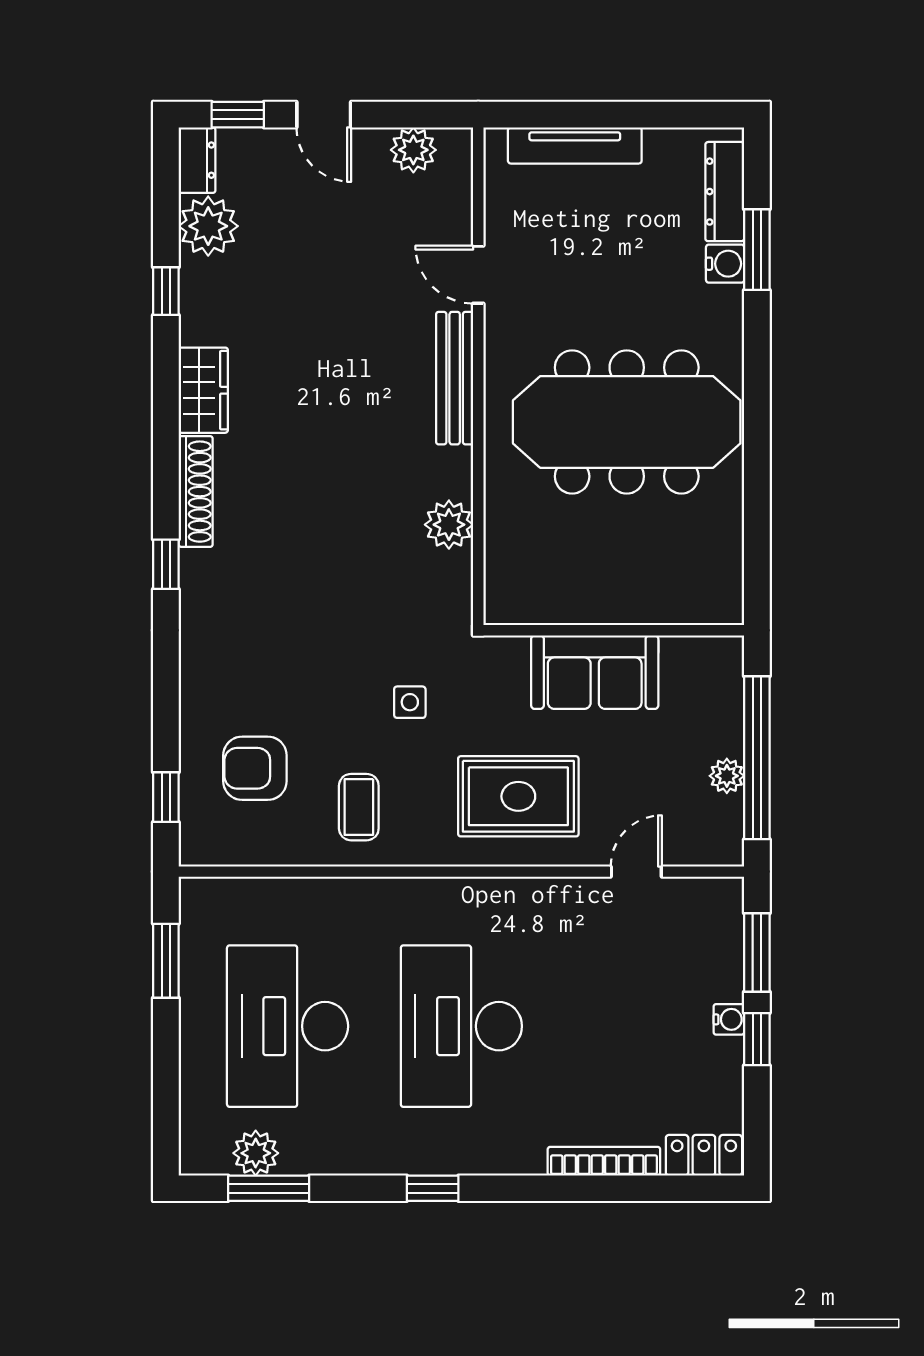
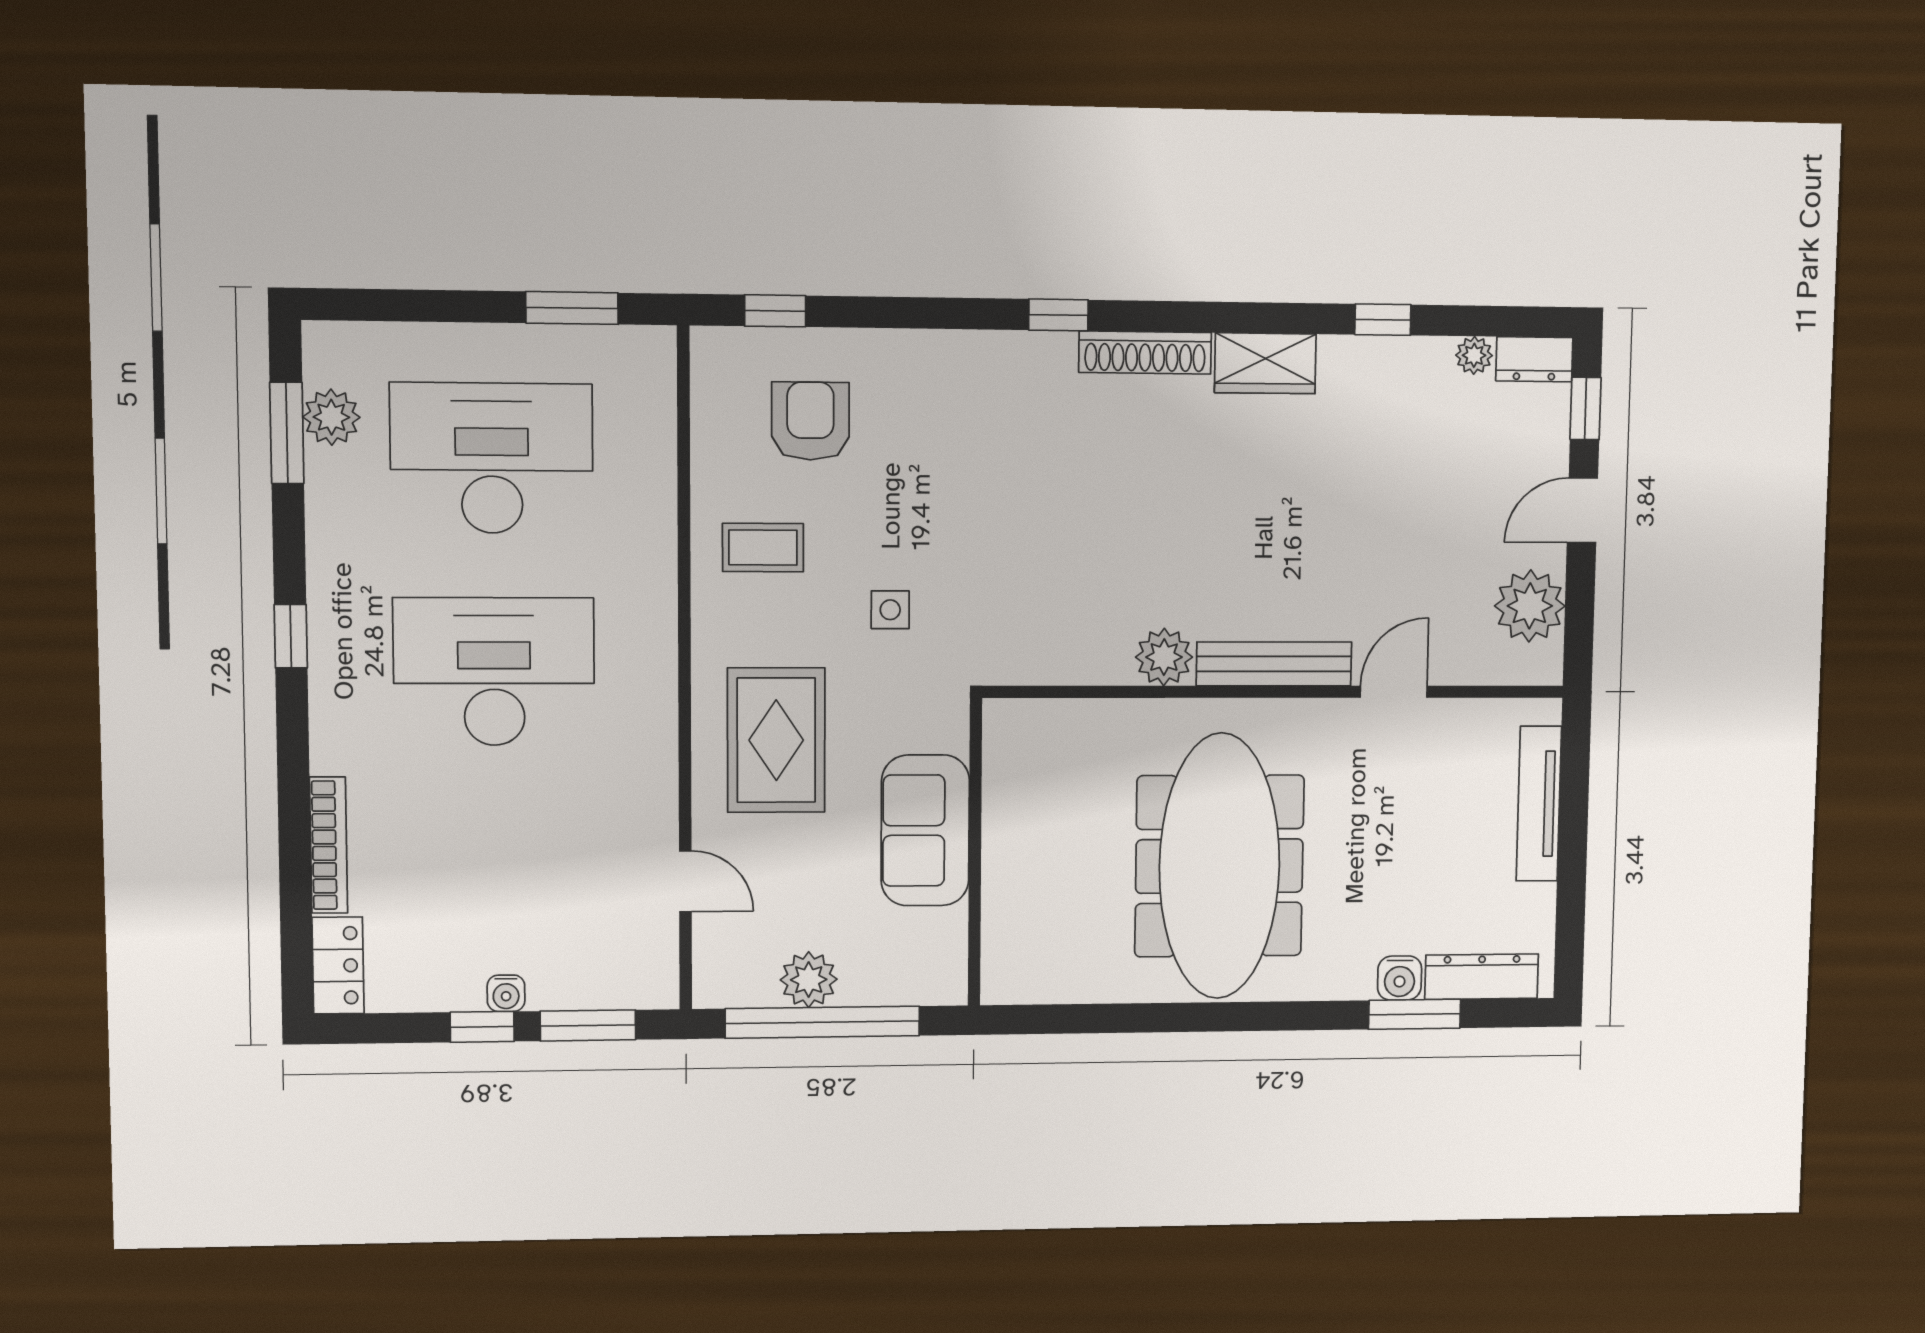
plant: (413, 150) -> (1530, 606), width x1.36, depth x1.36
plant: (208, 226) -> (1474, 355), width x0.53, depth x0.53
plant: (449, 525) -> (1164, 657), moved
plant: (727, 776) -> (809, 980), width x1.38, depth x1.38

